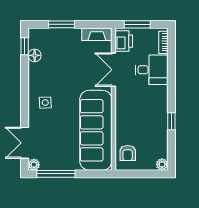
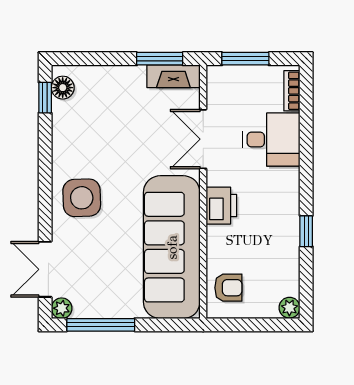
window: (61, 24) -> (160, 59), moved
printer: (124, 41) -> (221, 206), moved
floor lamp: (35, 55) -> (63, 88), moved
side table: (45, 103) -> (82, 198), width x1.87, depth x1.87
armchair: (128, 153) -> (228, 288), turned -90

